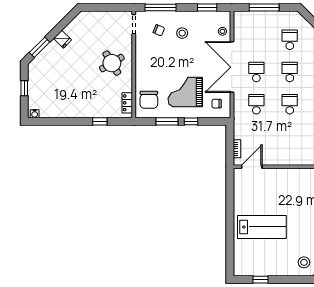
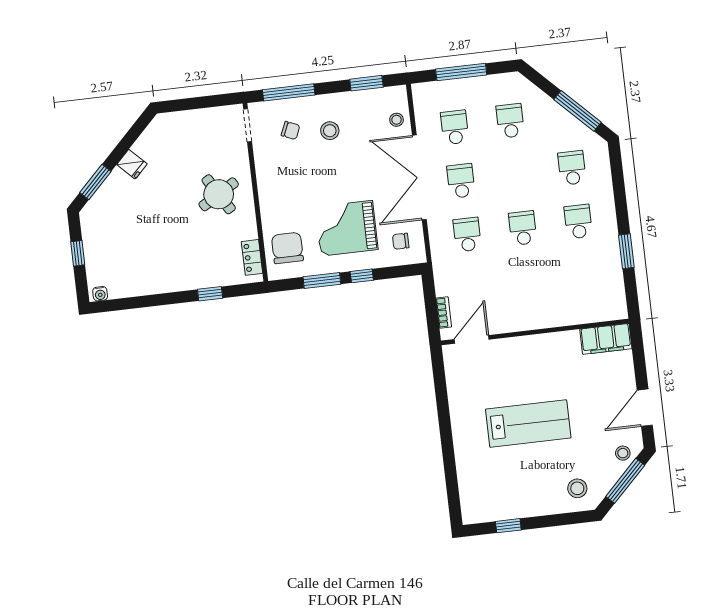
school desk: (290, 72) -> (455, 127), moved
chair: (149, 100) -> (287, 248), turned 180
lab bench: (262, 227) -> (528, 424), moved

